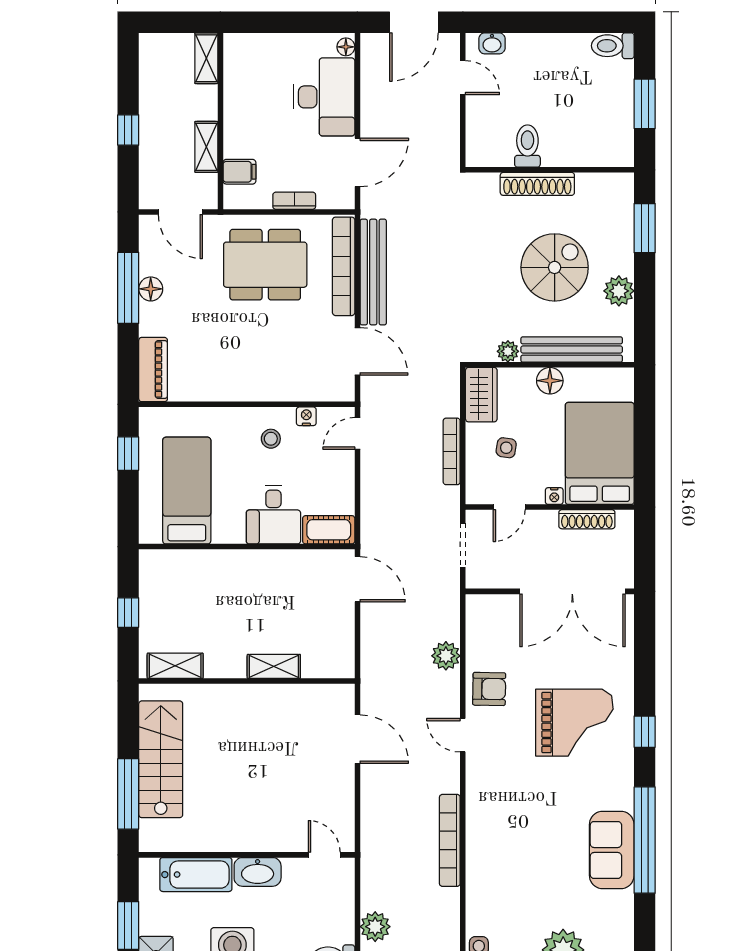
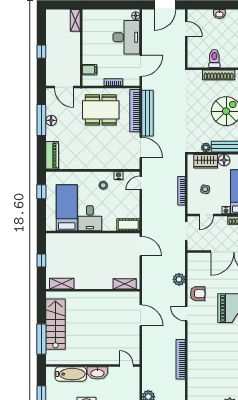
washbasin: (492, 43) -> (219, 14), moved
shelving: (206, 147) -> (75, 59), removed
wardrobe: (481, 395) -> (206, 161), moved, turned 90
desk: (273, 515) -> (90, 218), moved
shelving: (274, 666) -> (125, 284), moved

